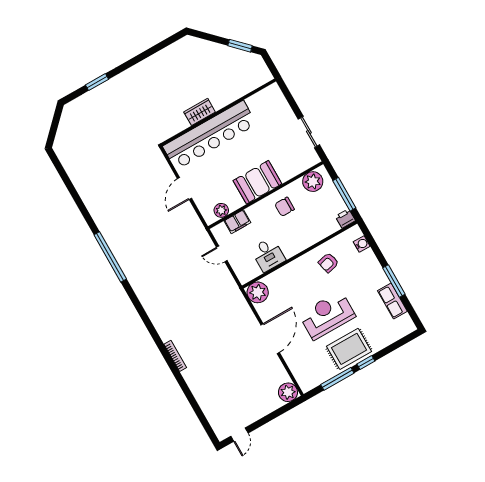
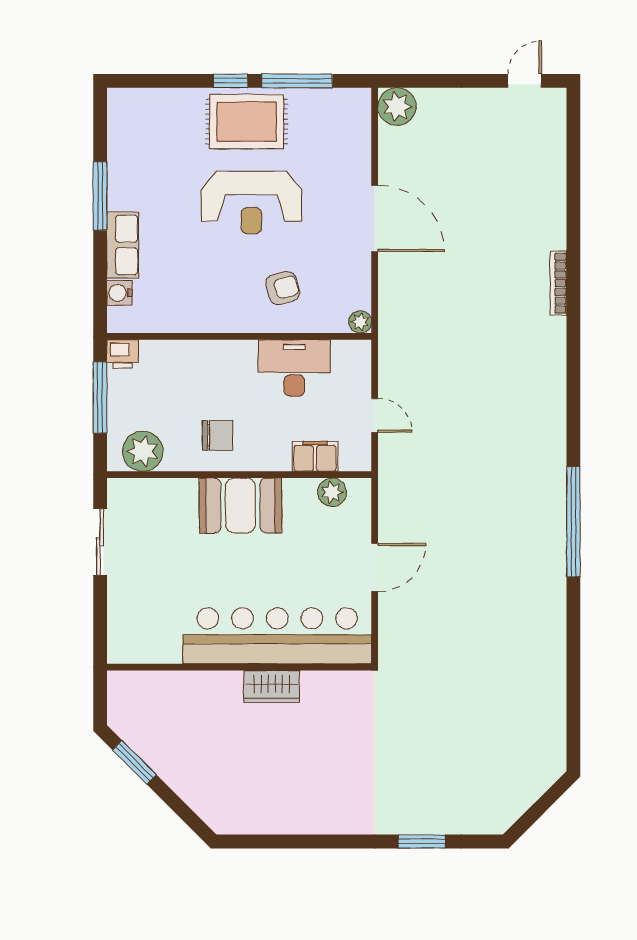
desk: (268, 255) -> (294, 368), width x1.37
armchair: (328, 263) -> (283, 288), moved
plant: (258, 292) -> (360, 322), width x0.53, depth x0.53
row of seats: (392, 301) -> (123, 245), moved
door: (270, 339) -> (375, 218), swing flipped

